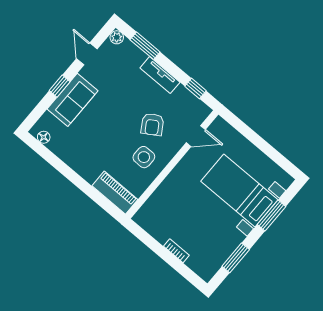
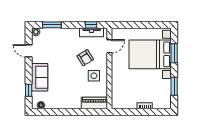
tv unit: (160, 75) -> (92, 32), moved
window: (60, 86) -> (29, 90), moved
bed with nightstands: (239, 191) -> (150, 54), width x1.36

